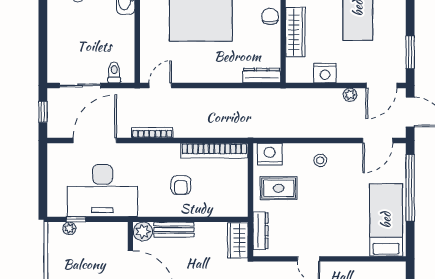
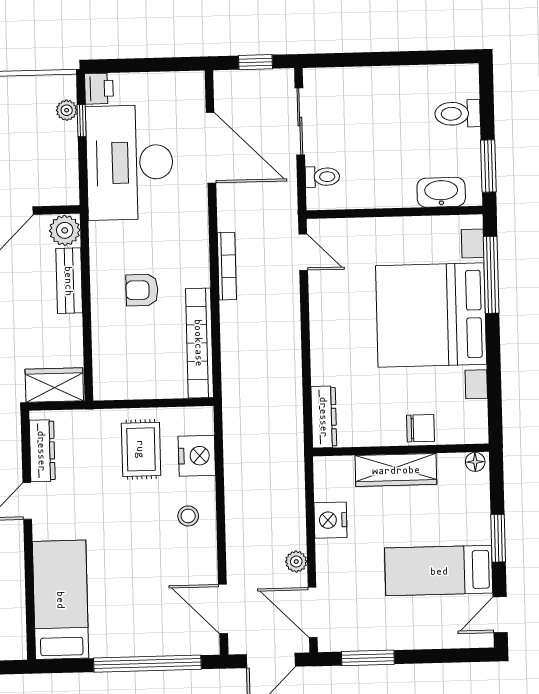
bookcase: (152, 133) -> (227, 266), moved
nightstand: (270, 154) -> (197, 456), moved
printer: (57, 208) -> (99, 89), added
bed: (386, 220) -> (61, 600), moved, turned -90
dresser: (261, 231) -> (42, 451), moved, turned -90

